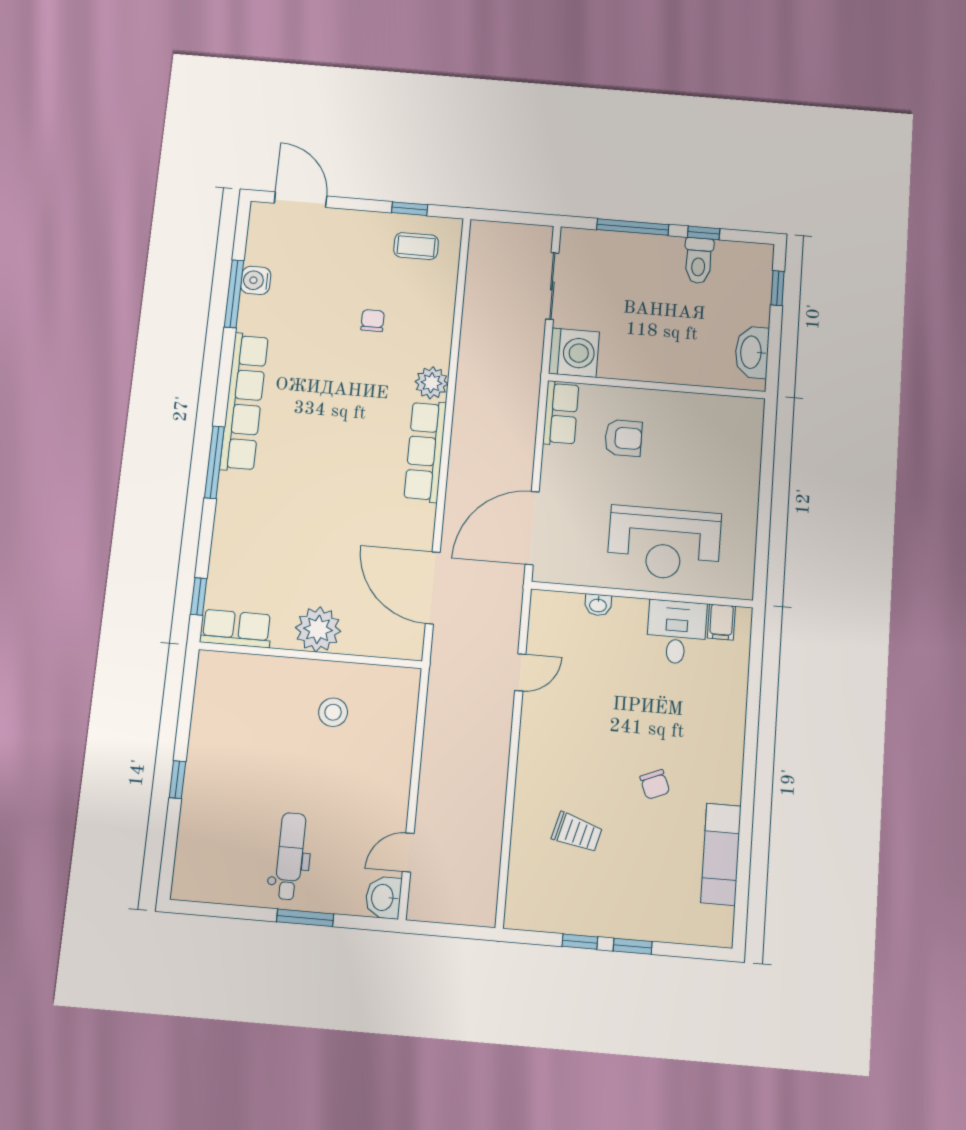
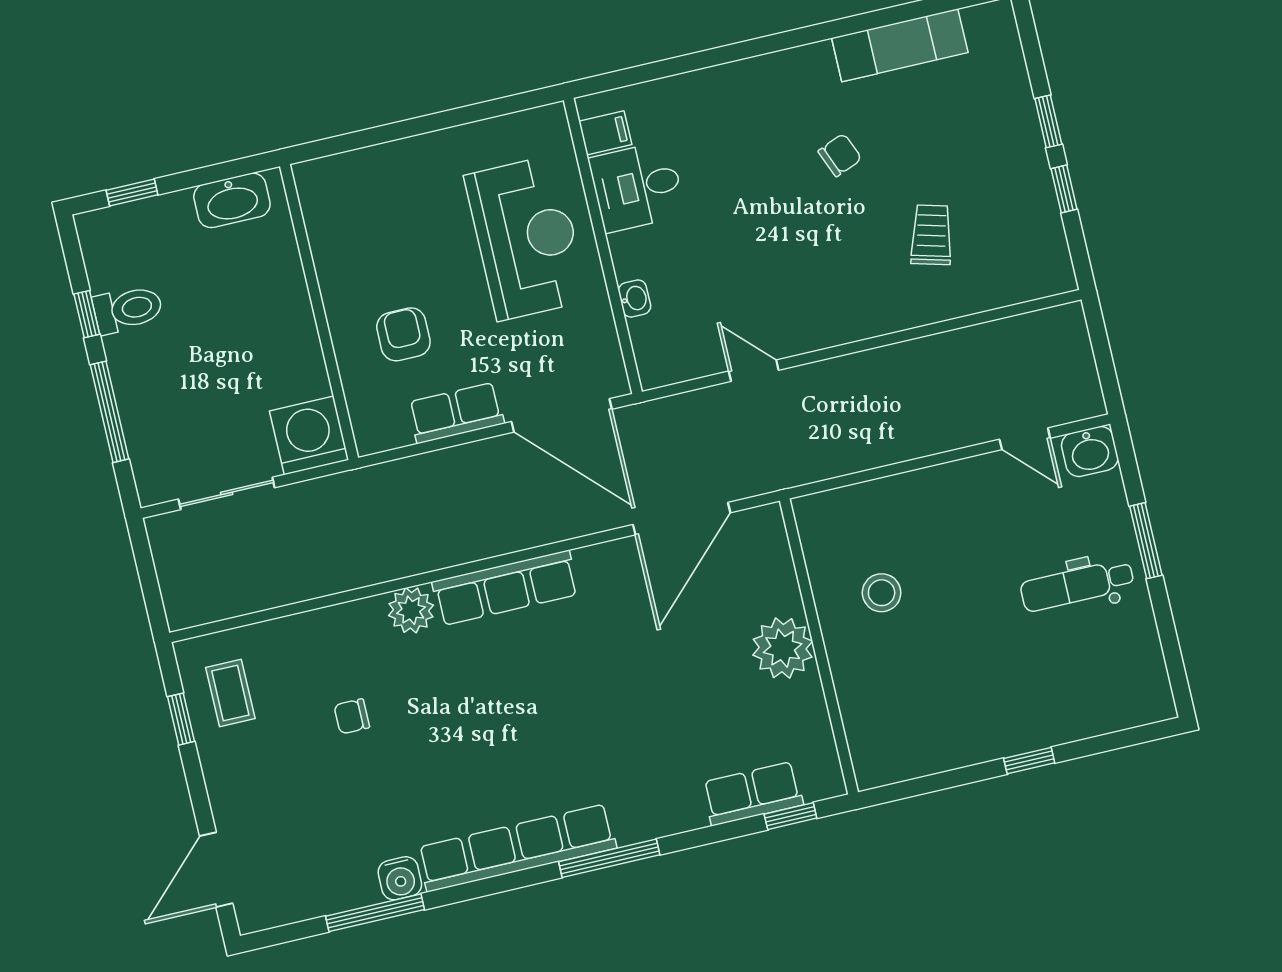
water cooler: (256, 280) -> (400, 878), moved
row of seats: (561, 413) -> (456, 413), moved
row of seats: (236, 629) -> (753, 794), moved, turned 90

